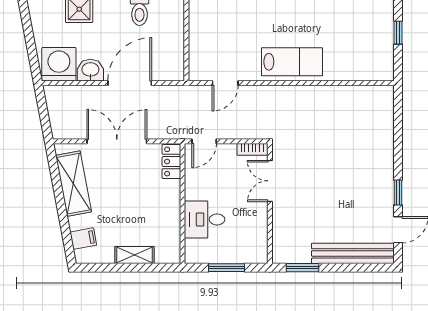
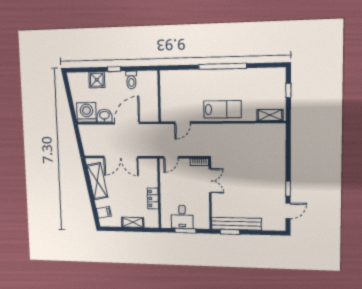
shelving: (369, 72) -> (270, 115), added
double door: (117, 141) -> (121, 157), swing flipped
locker: (171, 162) -> (153, 198), moved
double door: (270, 181) -> (210, 181), swing flipped
desk: (205, 219) -> (182, 217), moved, turned -90
bench: (353, 253) -> (236, 224), moved

